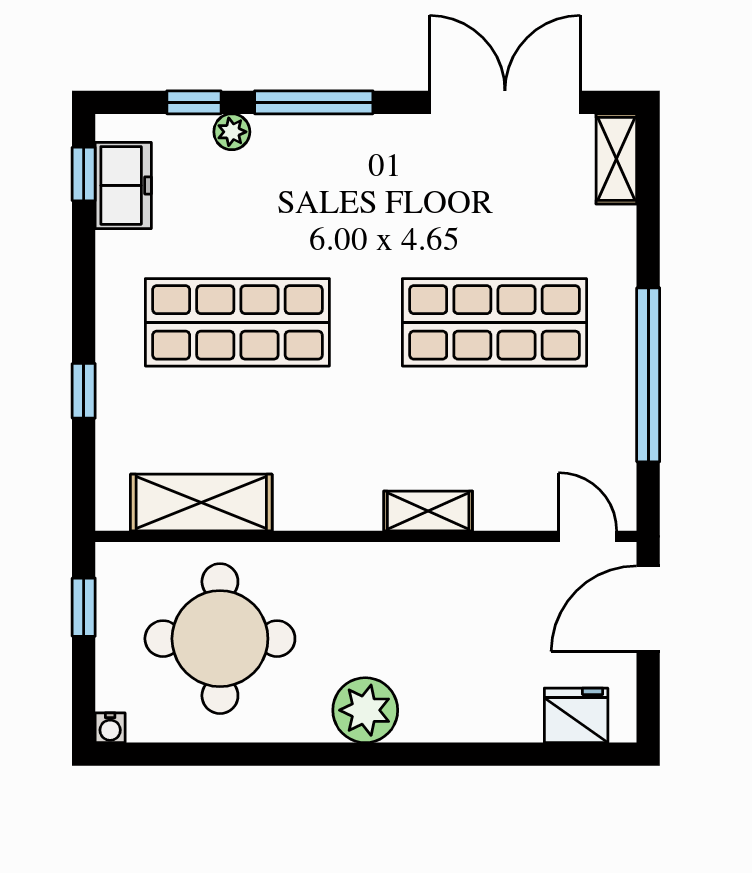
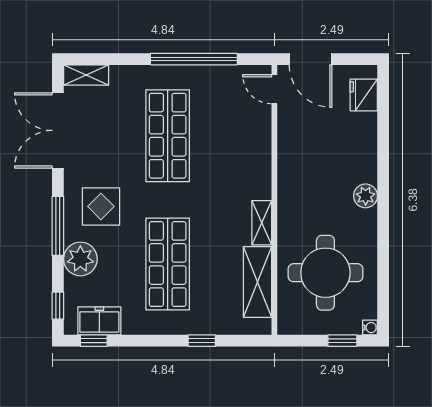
window: (194, 102) -> (58, 306), moved
plant: (232, 132) -> (80, 259), width x1.88, depth x1.88
display table: (353, 189) -> (101, 206), added
shelving: (428, 511) -> (262, 223), moved
door: (588, 536) -> (274, 89), hinge flipped
window: (84, 607) -> (342, 341), moved
plant: (365, 710) -> (366, 196), width x0.73, depth x0.73

